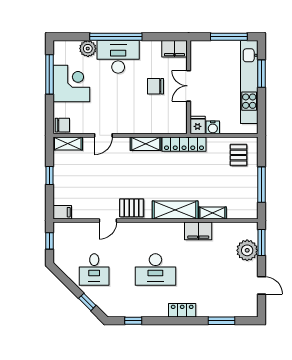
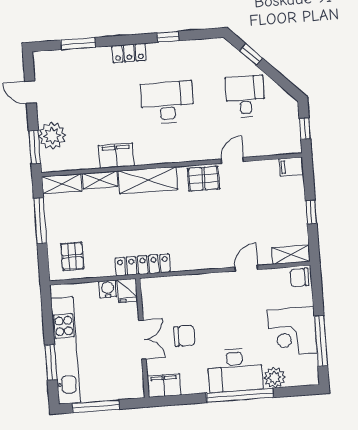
shelving: (146, 144) -> (62, 184), moved
window: (133, 321) -> (168, 37), moved

